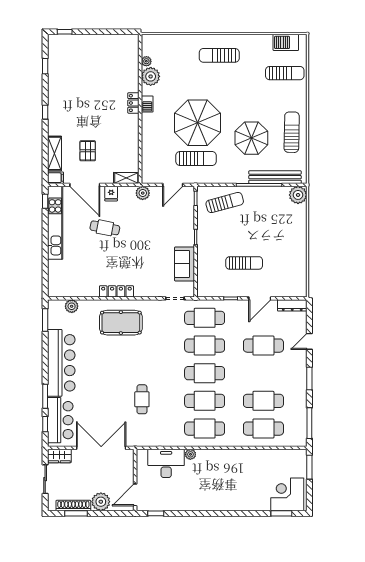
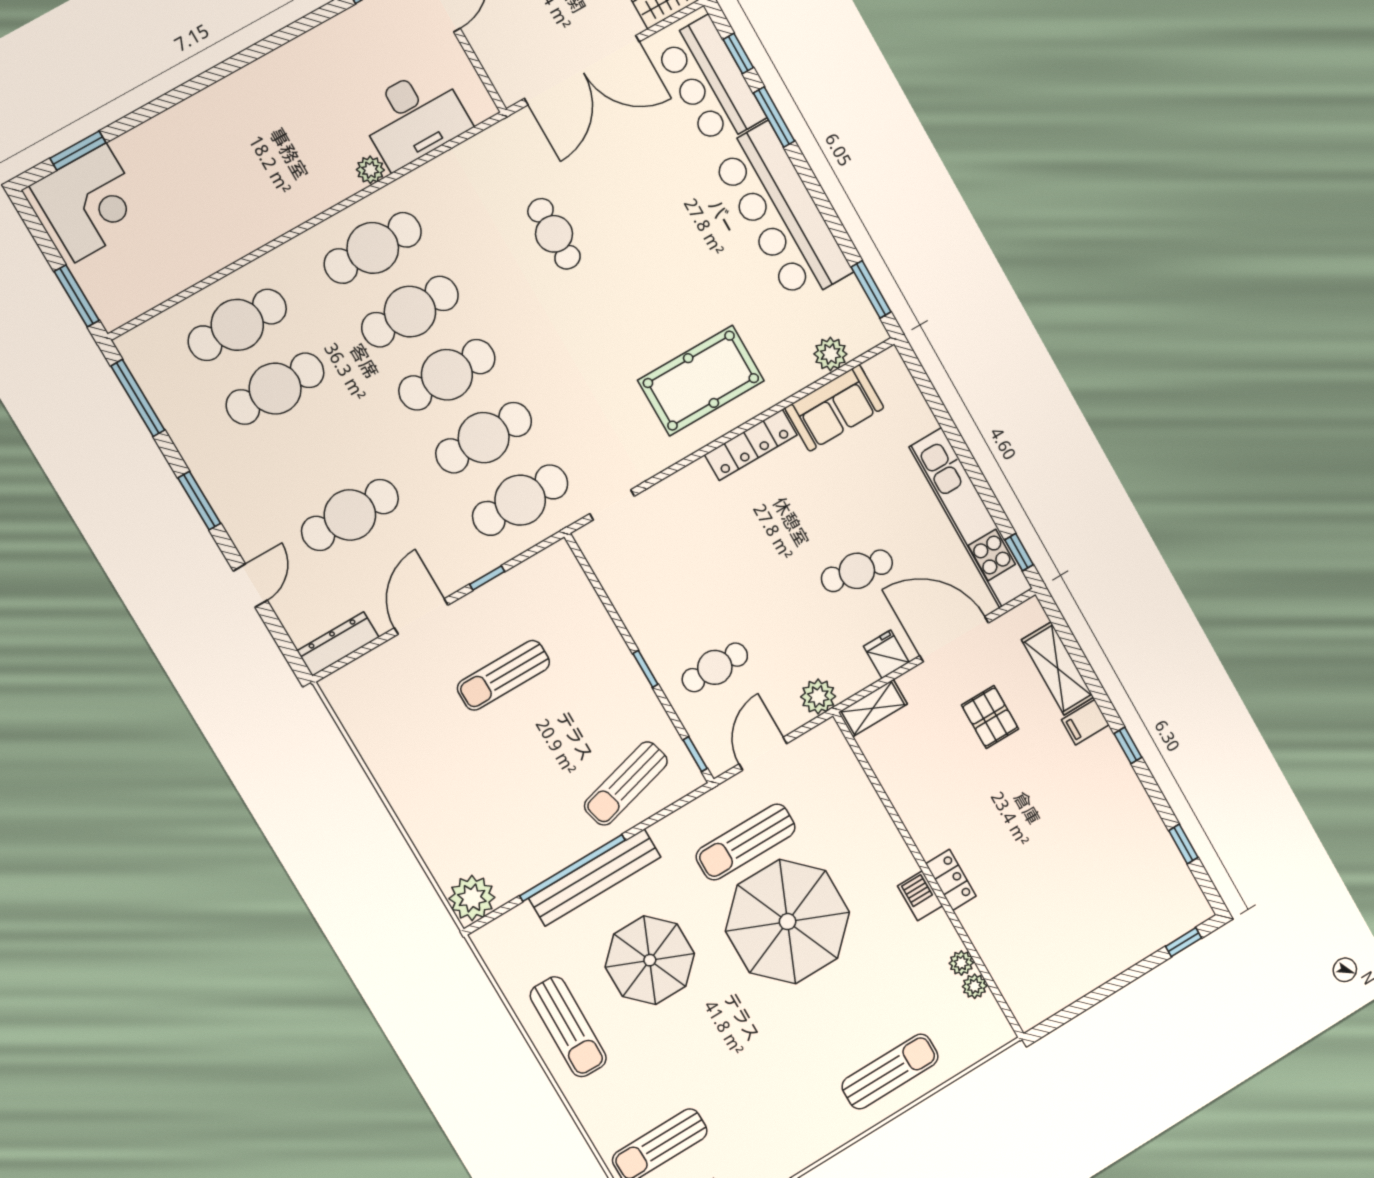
sun lounger: (219, 55) -> (890, 1072), moved
plant: (151, 76) -> (961, 963), width x0.53, depth x0.53
bench: (275, 177) -> (595, 877), moved
filing cabinet: (55, 178) -> (1085, 722), moved
cafe table: (172, 224) -> (715, 667), added
sofa: (185, 264) -> (834, 408), moved, turned 90

